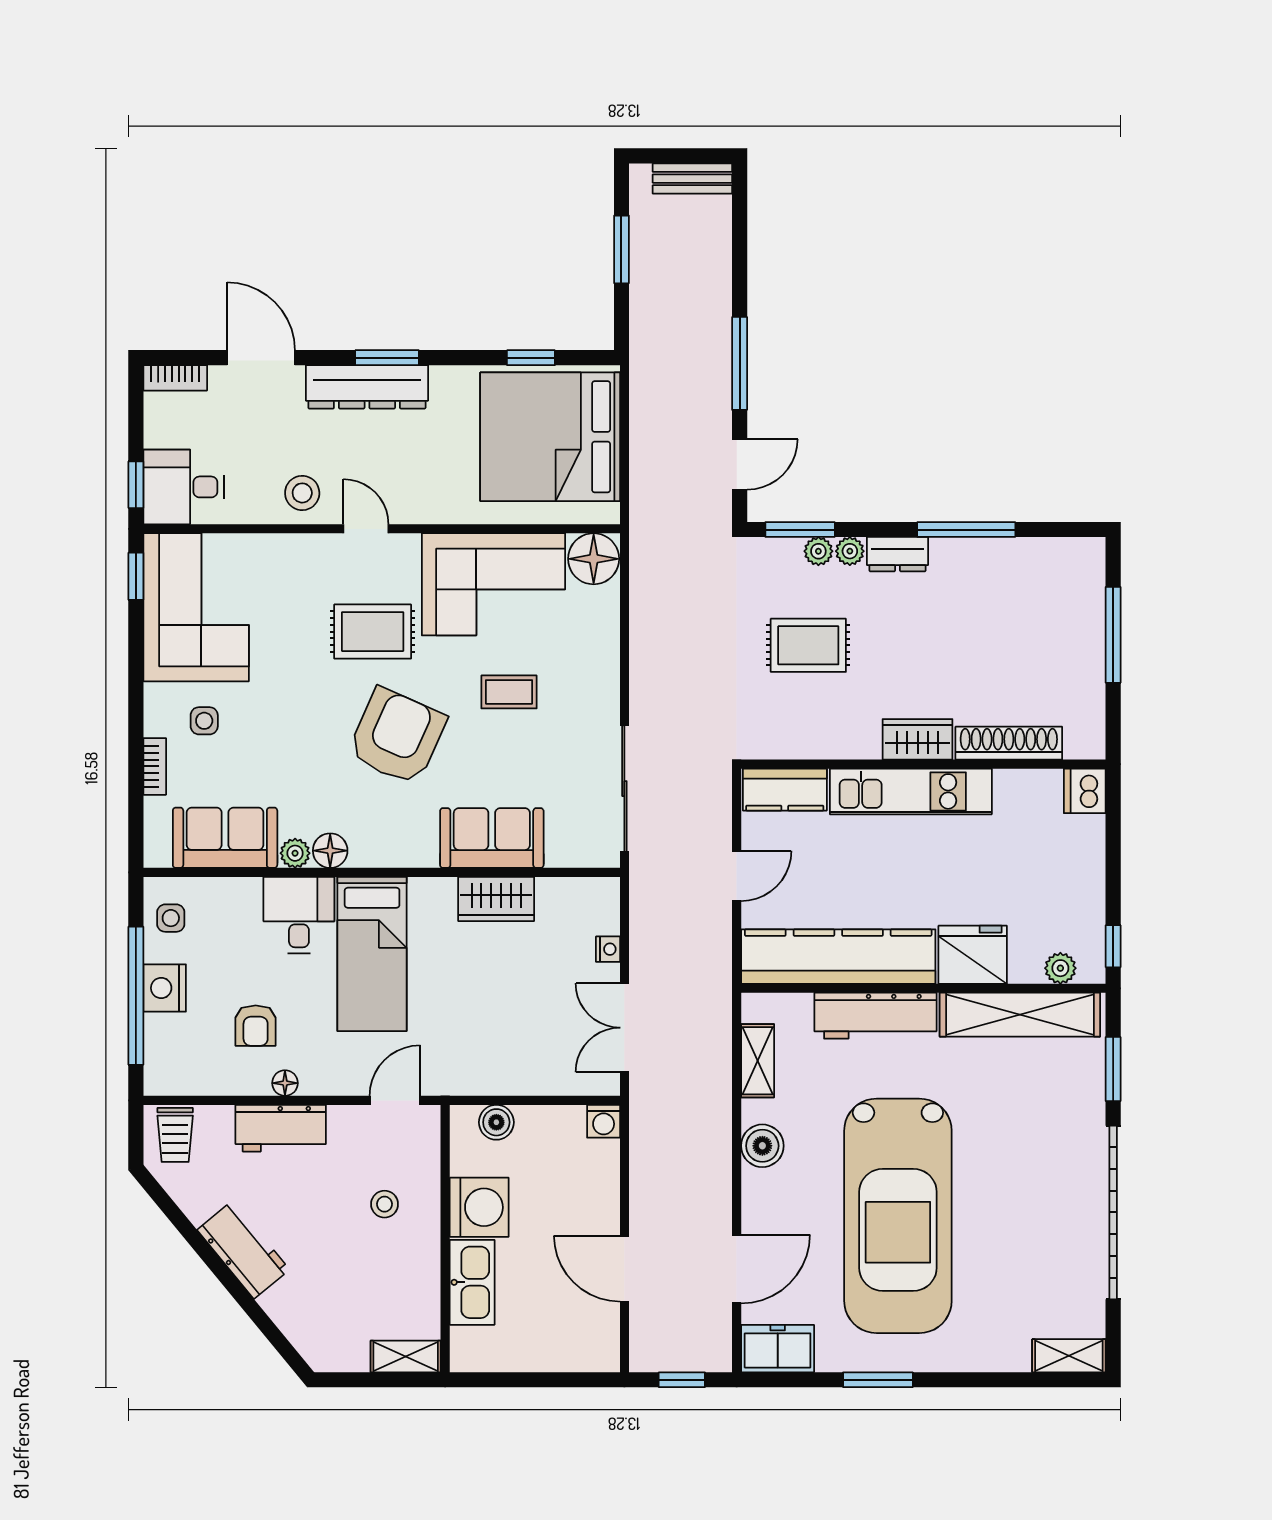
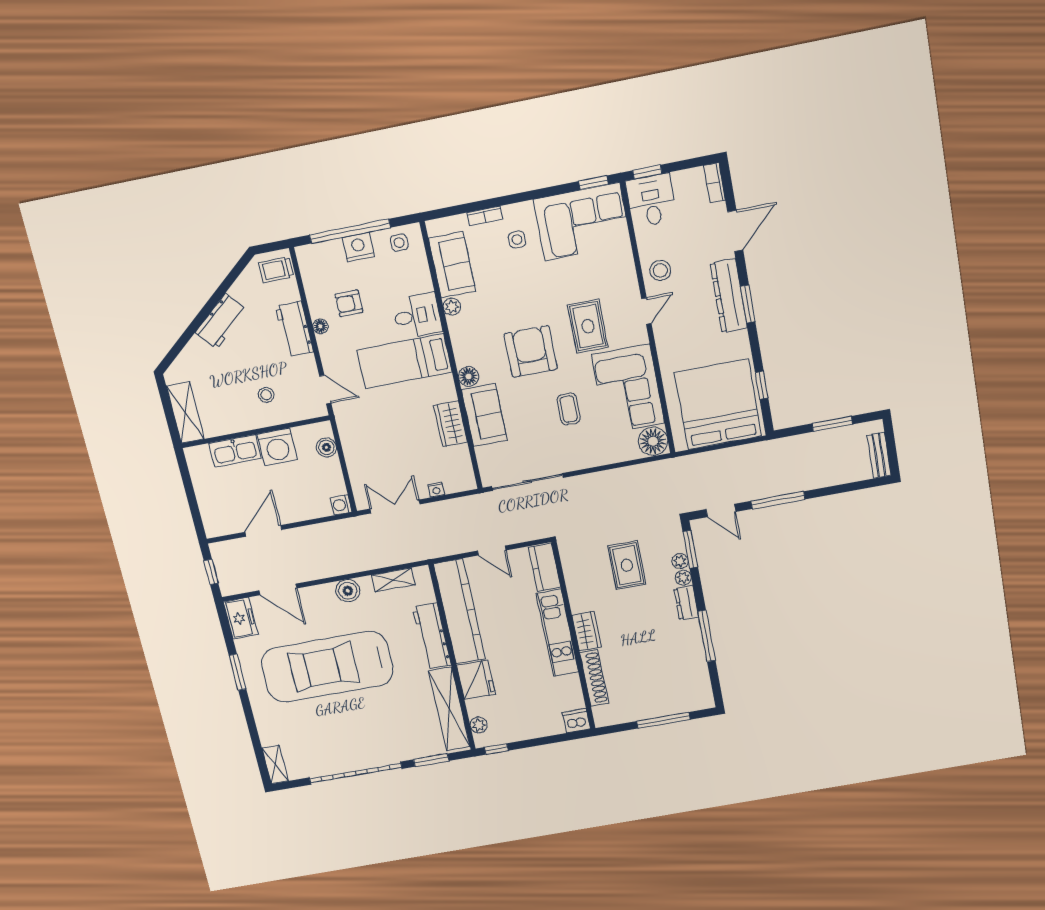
armchair: (397, 736) -> (531, 351), turned -114
floor lamp: (330, 851) -> (469, 376), moved
shelving: (406, 1357) -> (185, 412), width x1.50, depth x1.33

